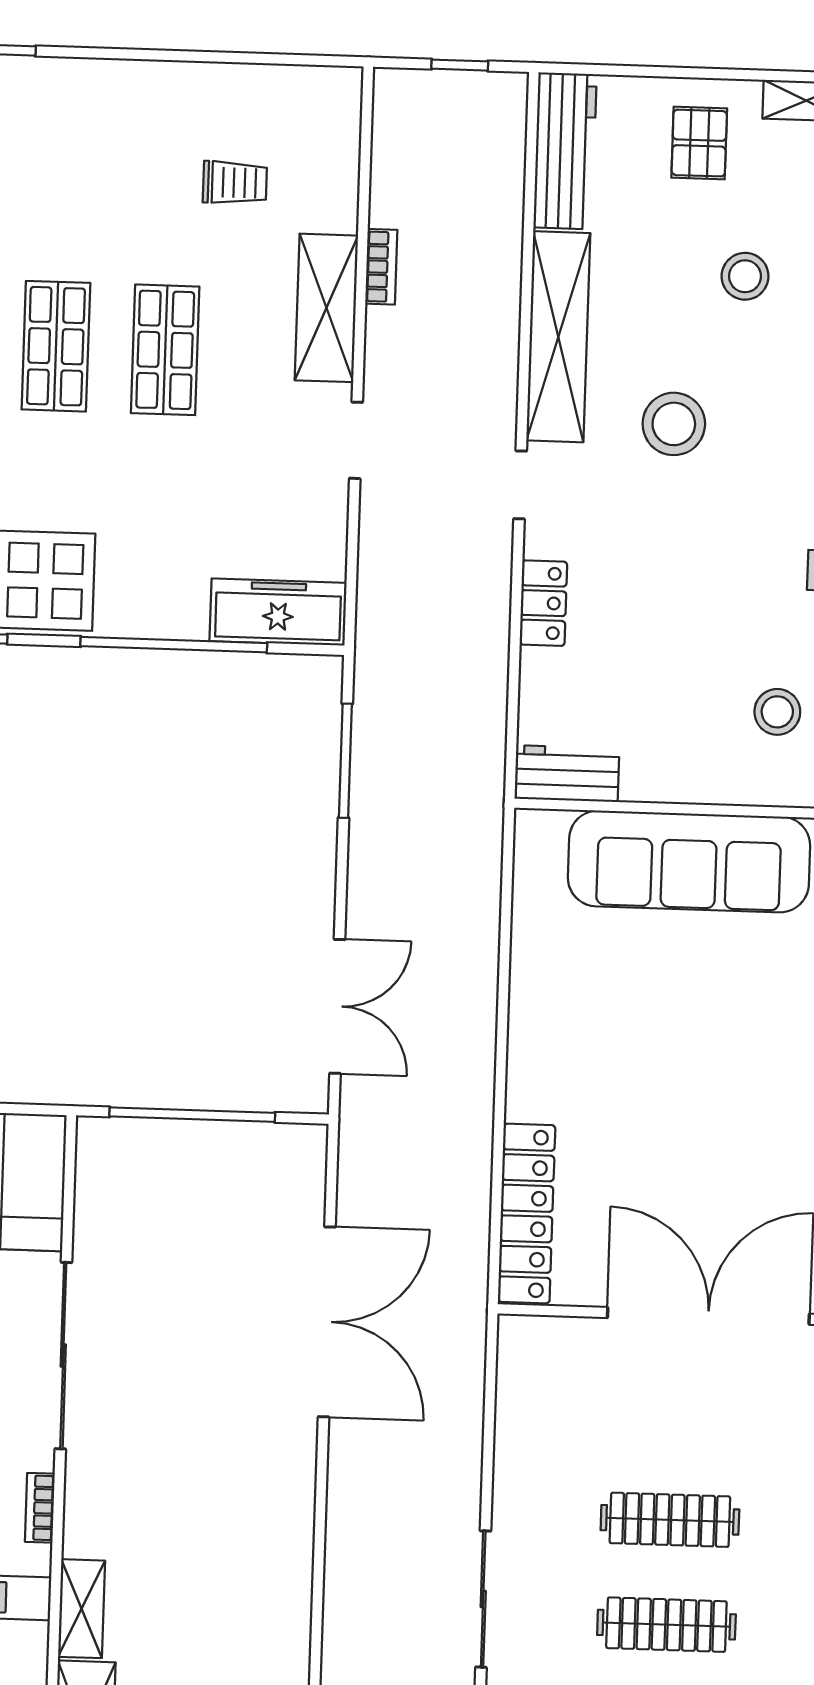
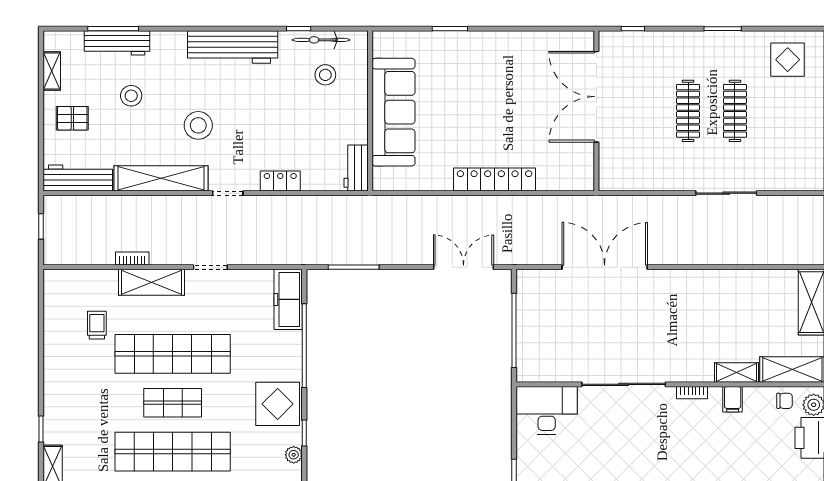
shop shelf: (165, 350) -> (173, 354), width x2.00, depth x1.36
locker: (527, 1214) -> (495, 179), moved

